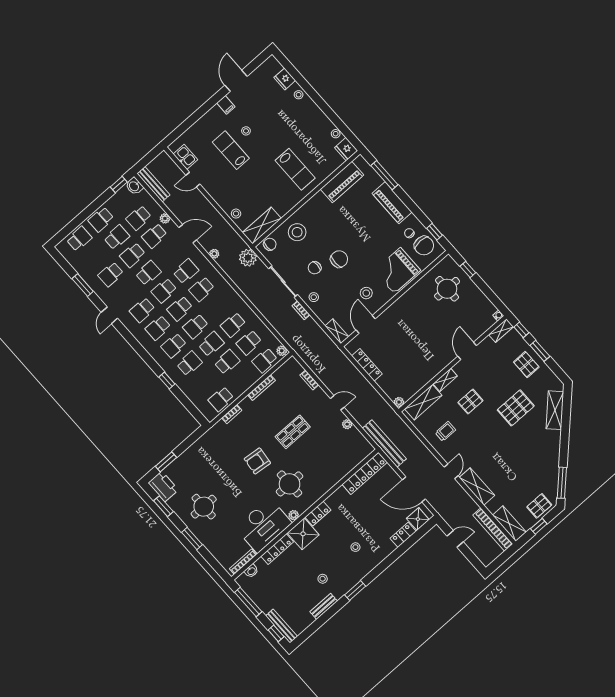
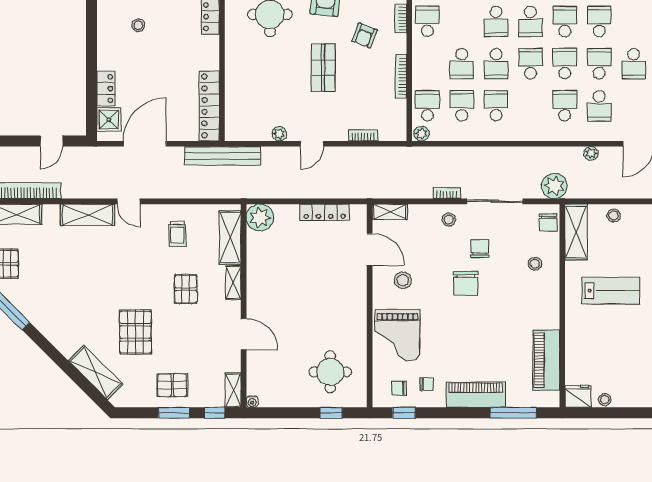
lab bench: (295, 169) -> (611, 291), moved, turned 180
stool: (297, 232) -> (535, 264), width x0.53, depth x0.53
chair: (424, 246) -> (399, 388), width x0.54, depth x0.54
grand piano: (397, 271) -> (397, 335), turned 180
school desk: (174, 346) -> (530, 21), turned 180
plant: (399, 402) -> (260, 218), width x1.88, depth x1.88
armchair: (257, 425) -> (364, 36), added

